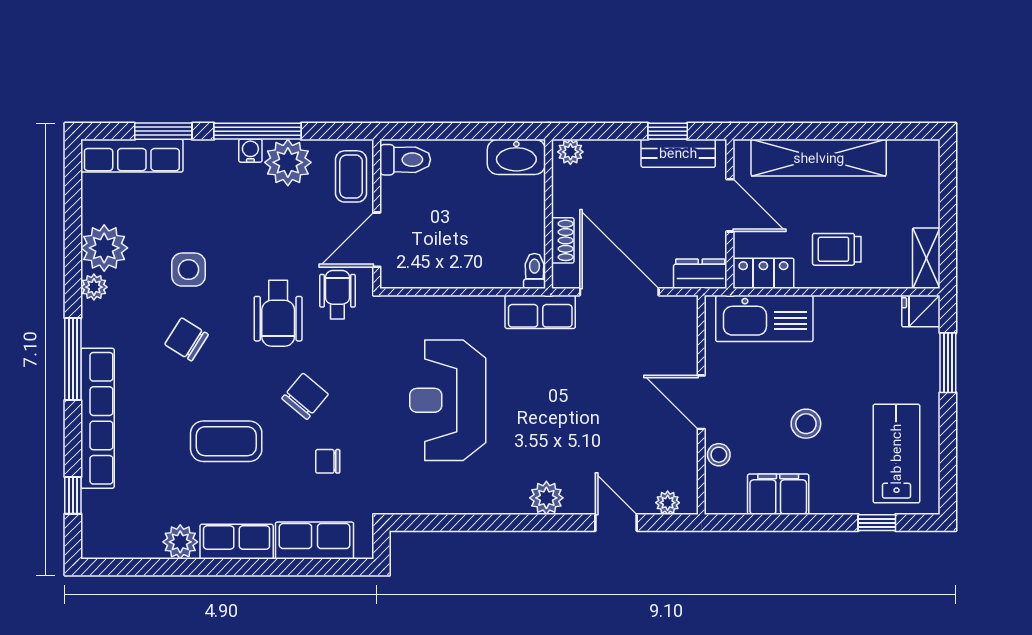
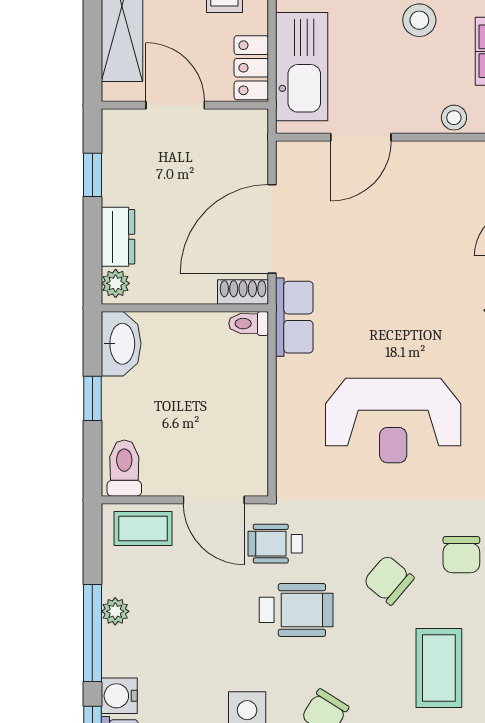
window: (468, 131) -> (92, 398), added
water cooler: (250, 151) -> (119, 696), moved, width x1.38, depth x1.38
bench: (678, 153) -> (117, 163), removed
plant: (288, 162) -> (115, 611), width x0.53, depth x0.53
door: (730, 205) -> (175, 105), hinge flipped
shoe rack: (563, 240) -> (243, 292), moved
dresser: (700, 274) -> (118, 237), moved, turned 180
door: (701, 402) -> (361, 137), moved
chair: (328, 461) -> (461, 555), width x1.37, depth x1.37

